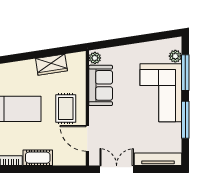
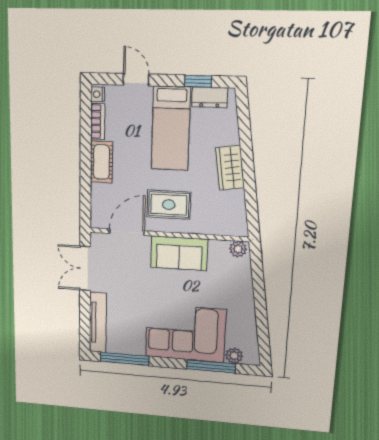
wardrobe: (51, 65) -> (230, 168), moved
sofa: (101, 85) -> (179, 253), moved
window: (185, 120) -> (125, 359), moved
double door: (117, 169) -> (85, 268), swing flipped

